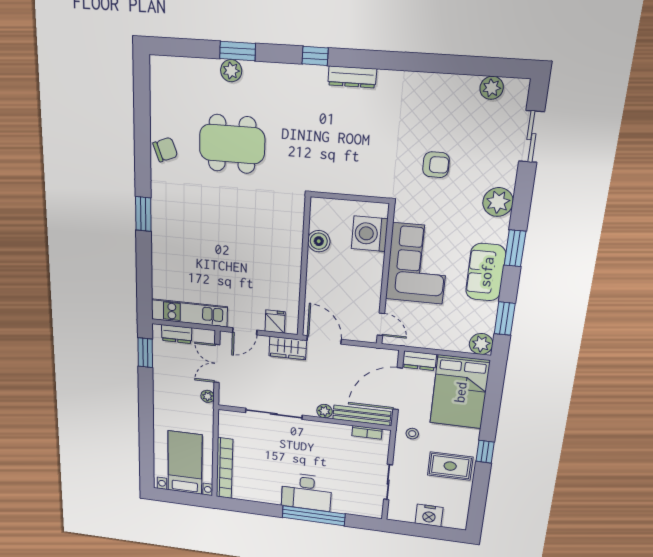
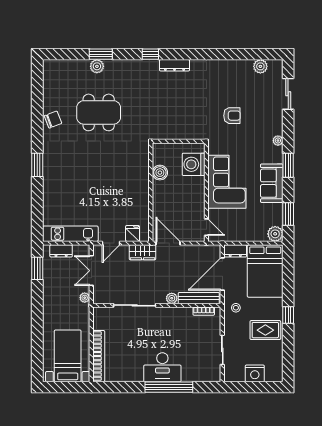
plant: (498, 202) -> (278, 141), width x0.53, depth x0.53

